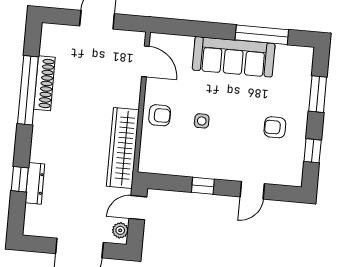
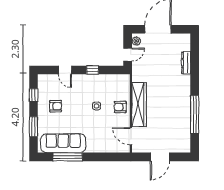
sofa: (234, 57) -> (63, 143), moved
shoe rack: (44, 83) -> (186, 119), removed
wardrobe: (123, 148) -> (139, 105), moved
window: (20, 179) -> (195, 64), removed
door: (252, 190) -> (65, 70), swing flipped

